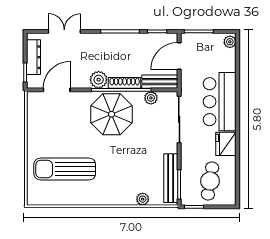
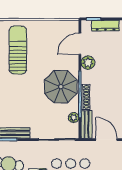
plant: (99, 80) -> (88, 63), moved
door: (57, 90) -> (80, 44), swing flipped

